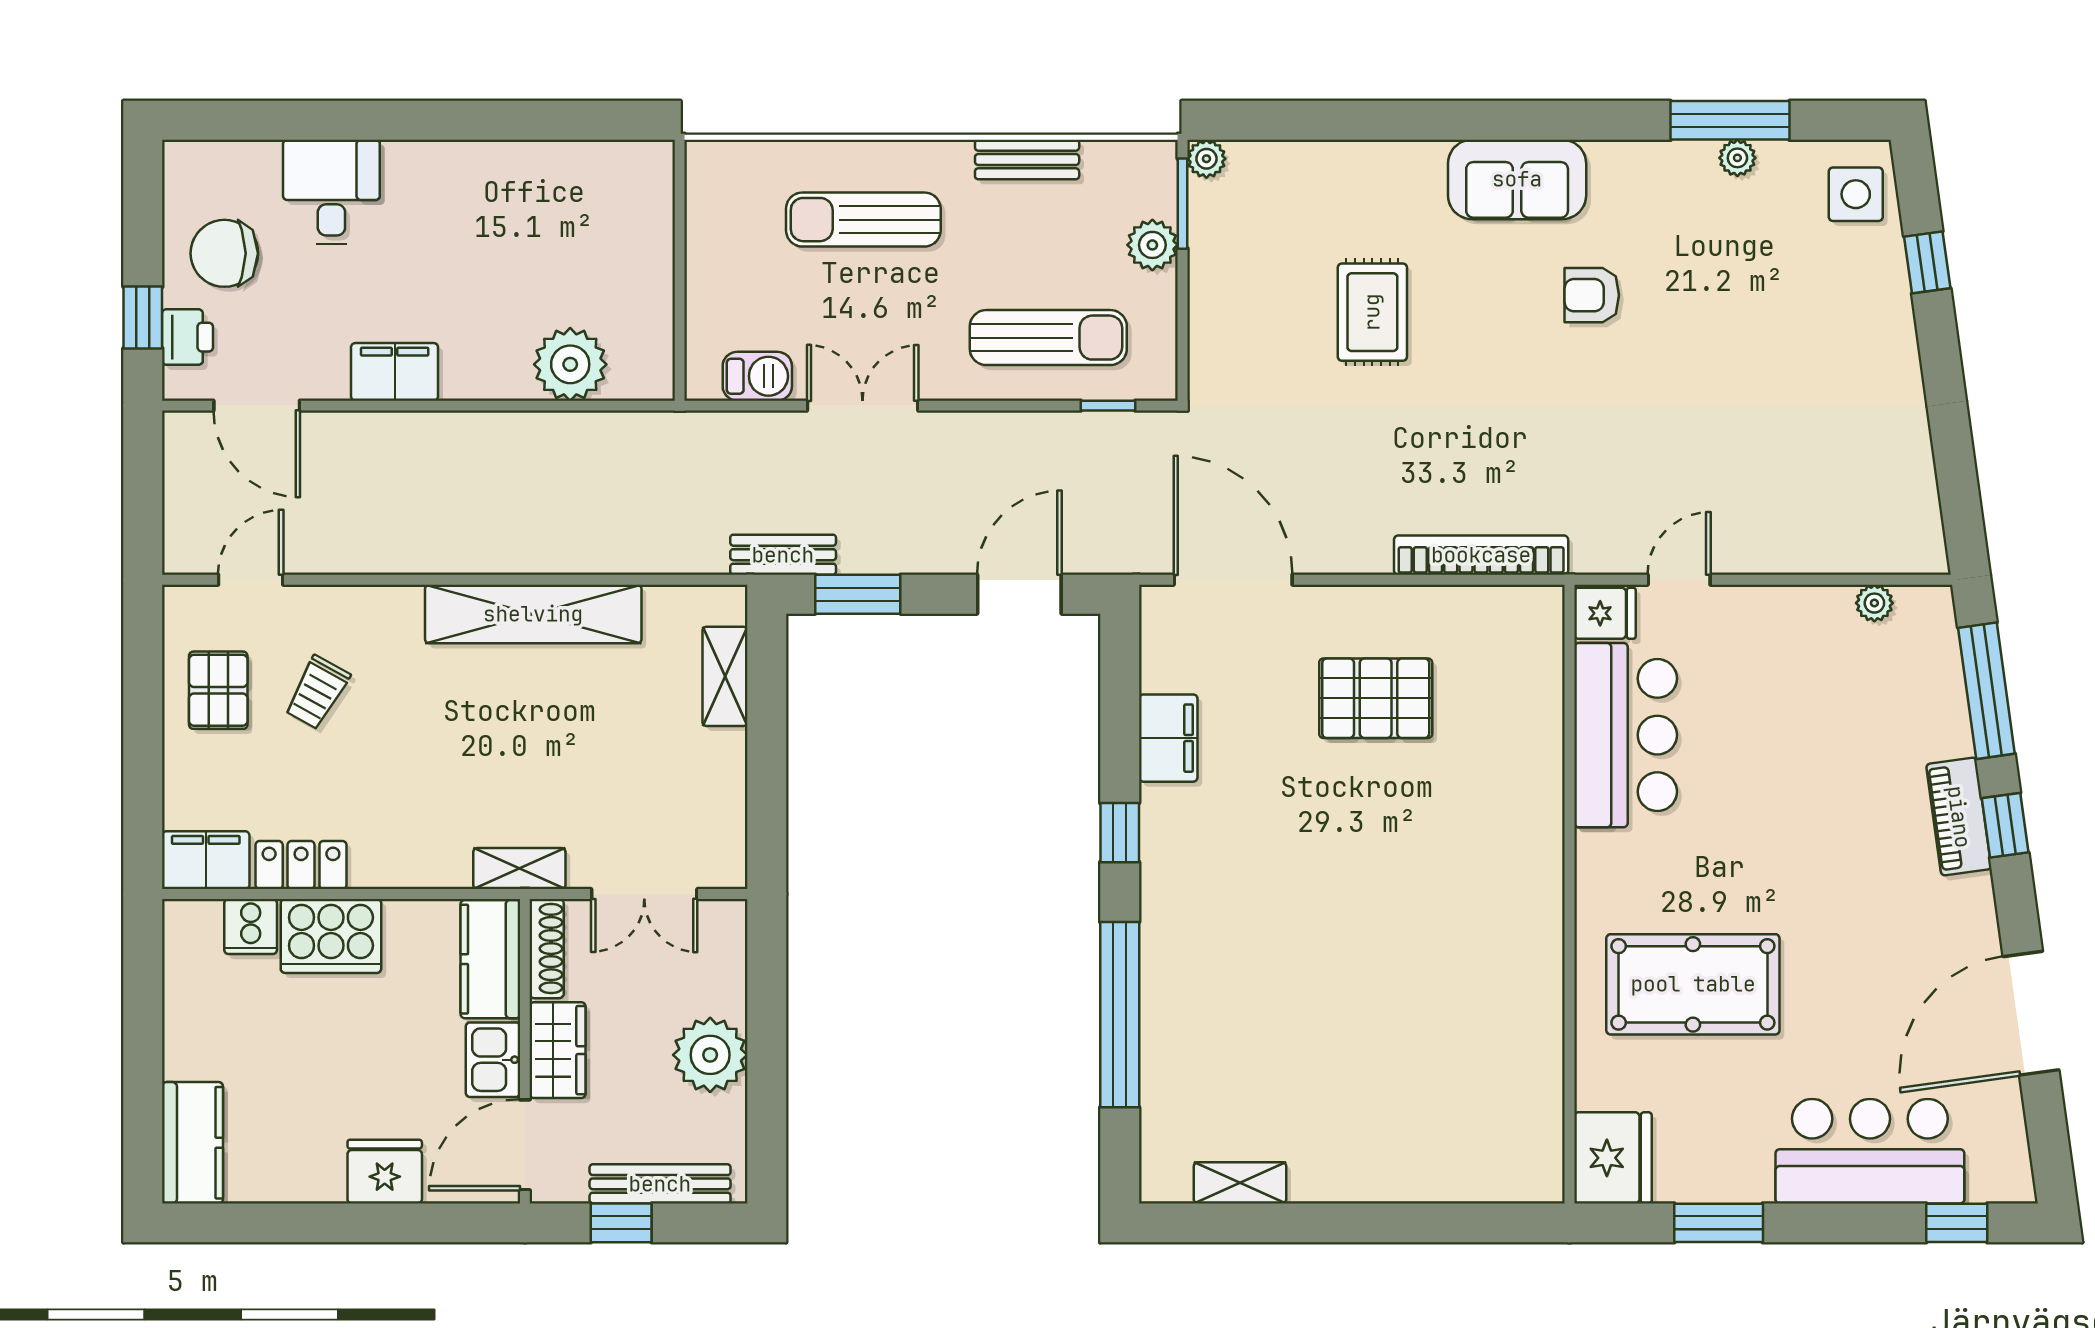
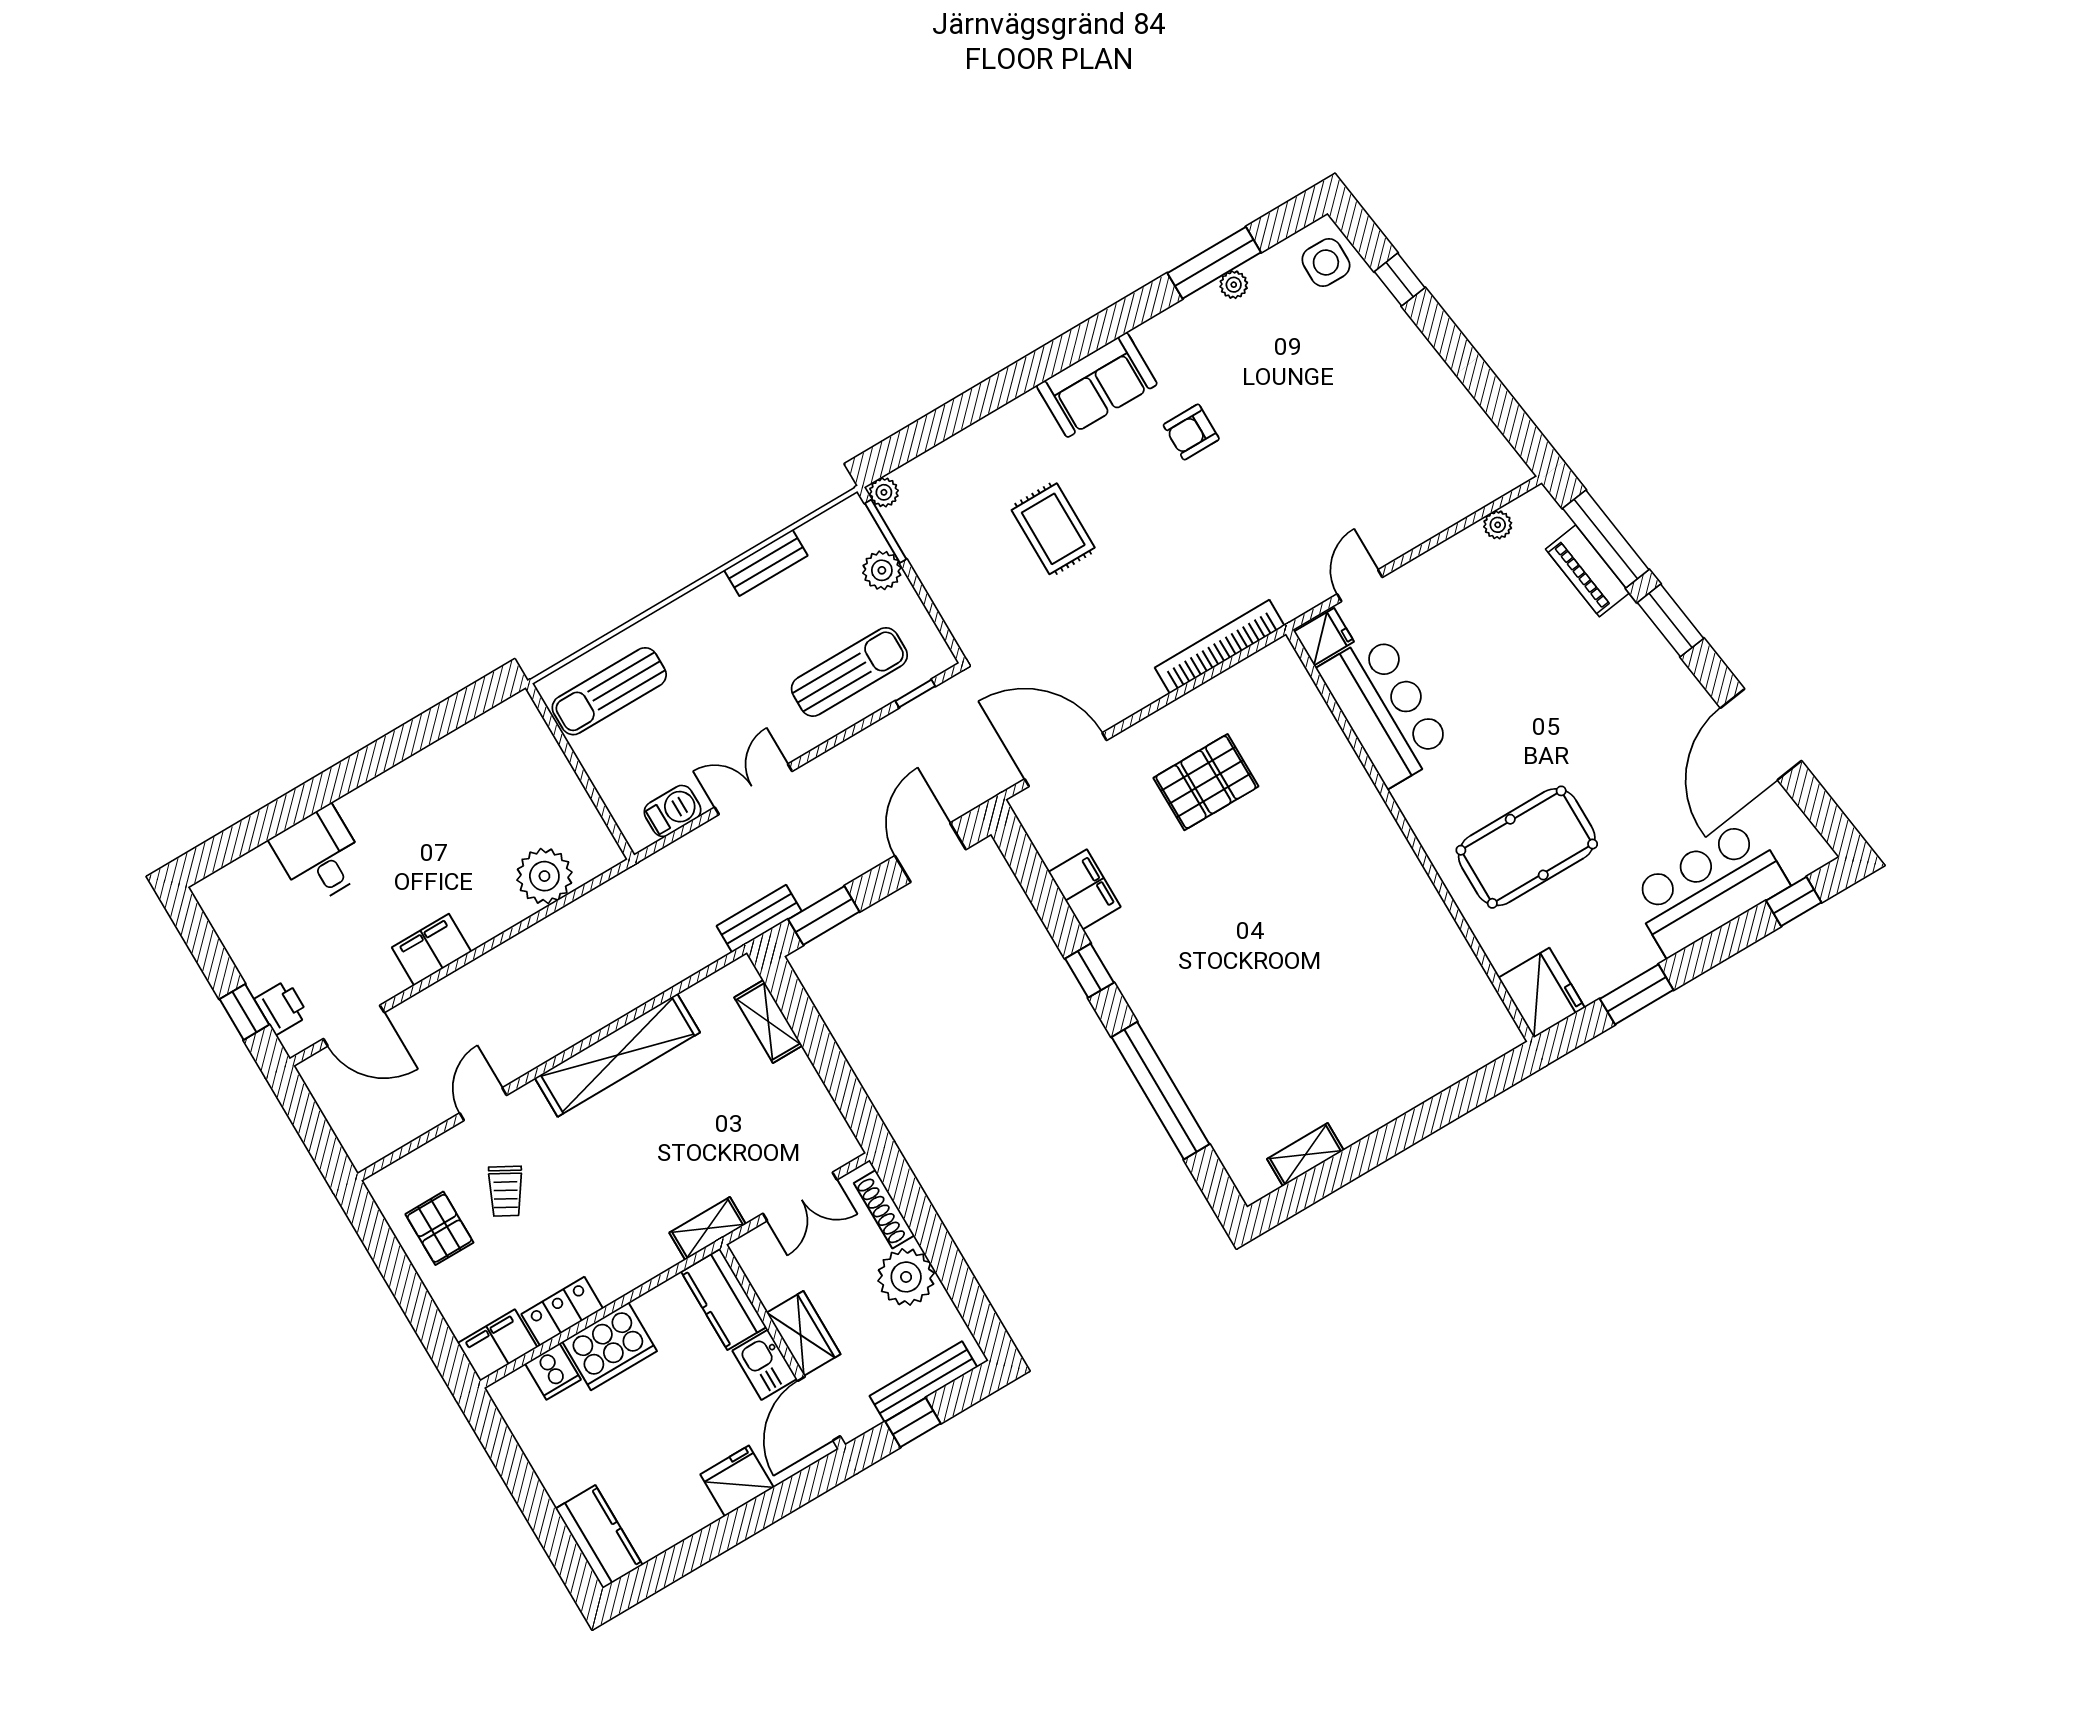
sun lounger: (863, 220) -> (609, 691), moved
chair: (224, 253) -> (273, 938), removed
door: (251, 580) -> (483, 1104), moved
piano: (1959, 817) -> (1588, 571), moved
window: (2005, 825) -> (1671, 620), width x1.50
shoe rack: (547, 949) -> (884, 1209), moved, turned 180

